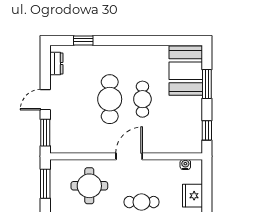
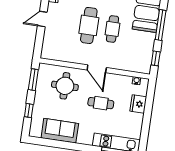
window: (207, 84) -> (161, 25), width x1.44
window: (45, 133) -> (39, 43), removed
door: (129, 156) -> (97, 69), swing flipped

